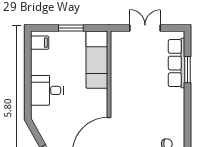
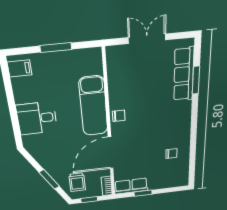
exam couch: (97, 60) -> (93, 106), moved
chair: (118, 97) -> (119, 116), added

